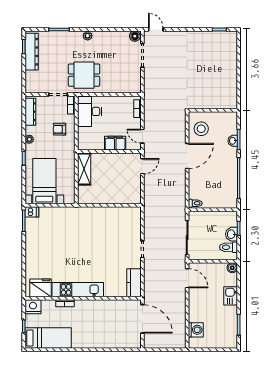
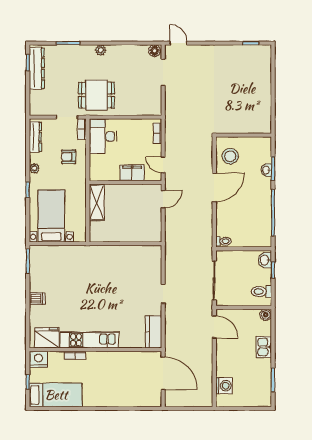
dishwasher: (32, 212) -> (37, 299), moved
washbasin: (231, 234) -> (265, 260), moved

